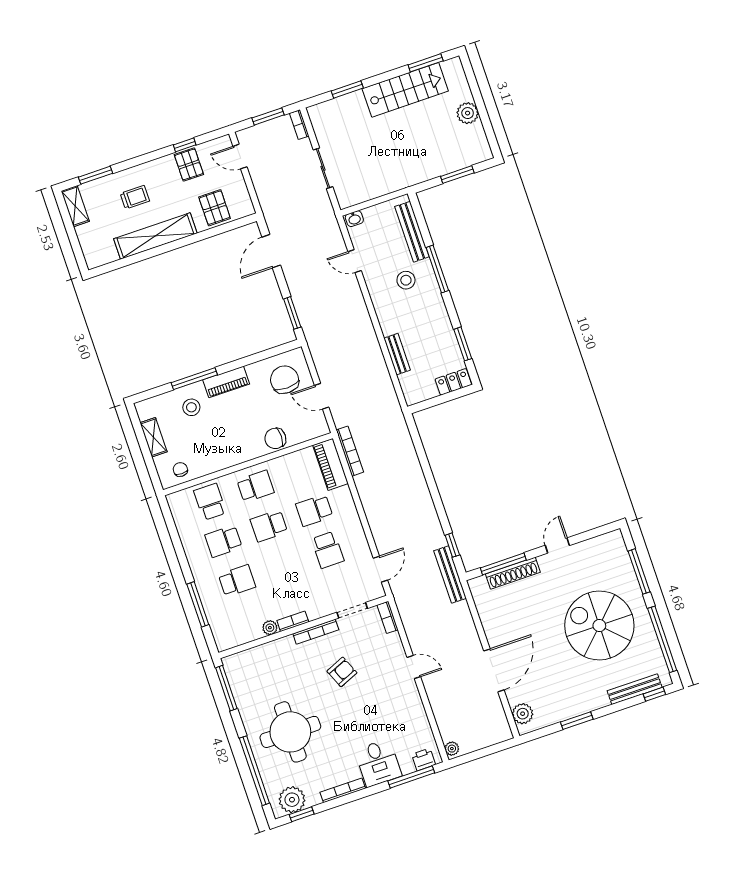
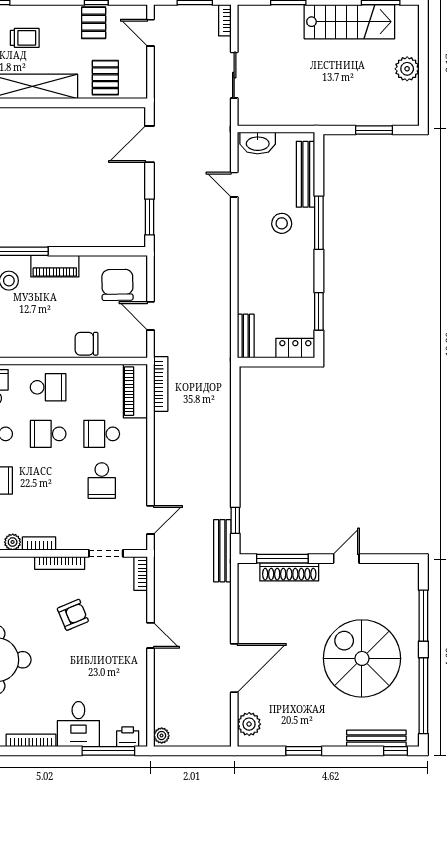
washbasin: (354, 219) -> (258, 143), width x1.91, depth x1.45
bench: (397, 354) -> (246, 336), moved

